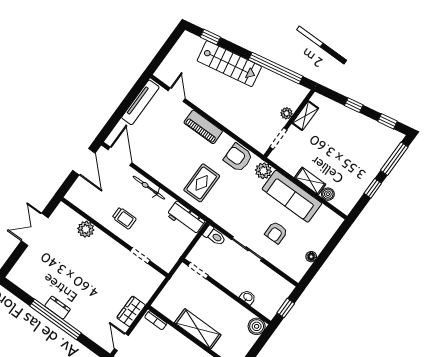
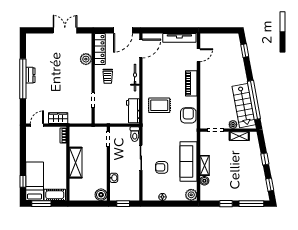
stairs: (229, 64) -> (244, 106), moved
plant: (263, 171) -> (191, 195), moved
locker: (86, 204) -> (100, 49), added

